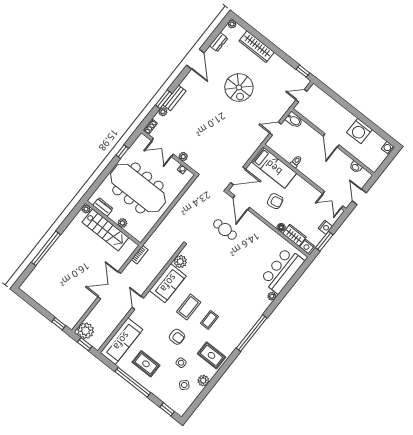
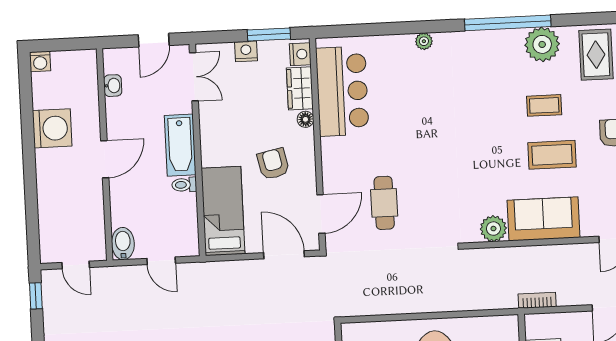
bathtub: (312, 173) -> (180, 145), added
bar counter: (282, 270) -> (342, 91), moved, turned -90
plant: (233, 339) -> (542, 44), added

